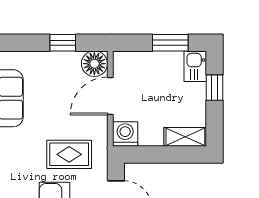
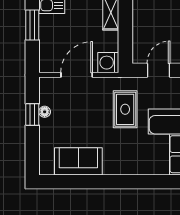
floor lamp: (94, 64) -> (45, 112), moved, width x0.53, depth x0.53
door: (110, 96) -> (77, 75), swing flipped

